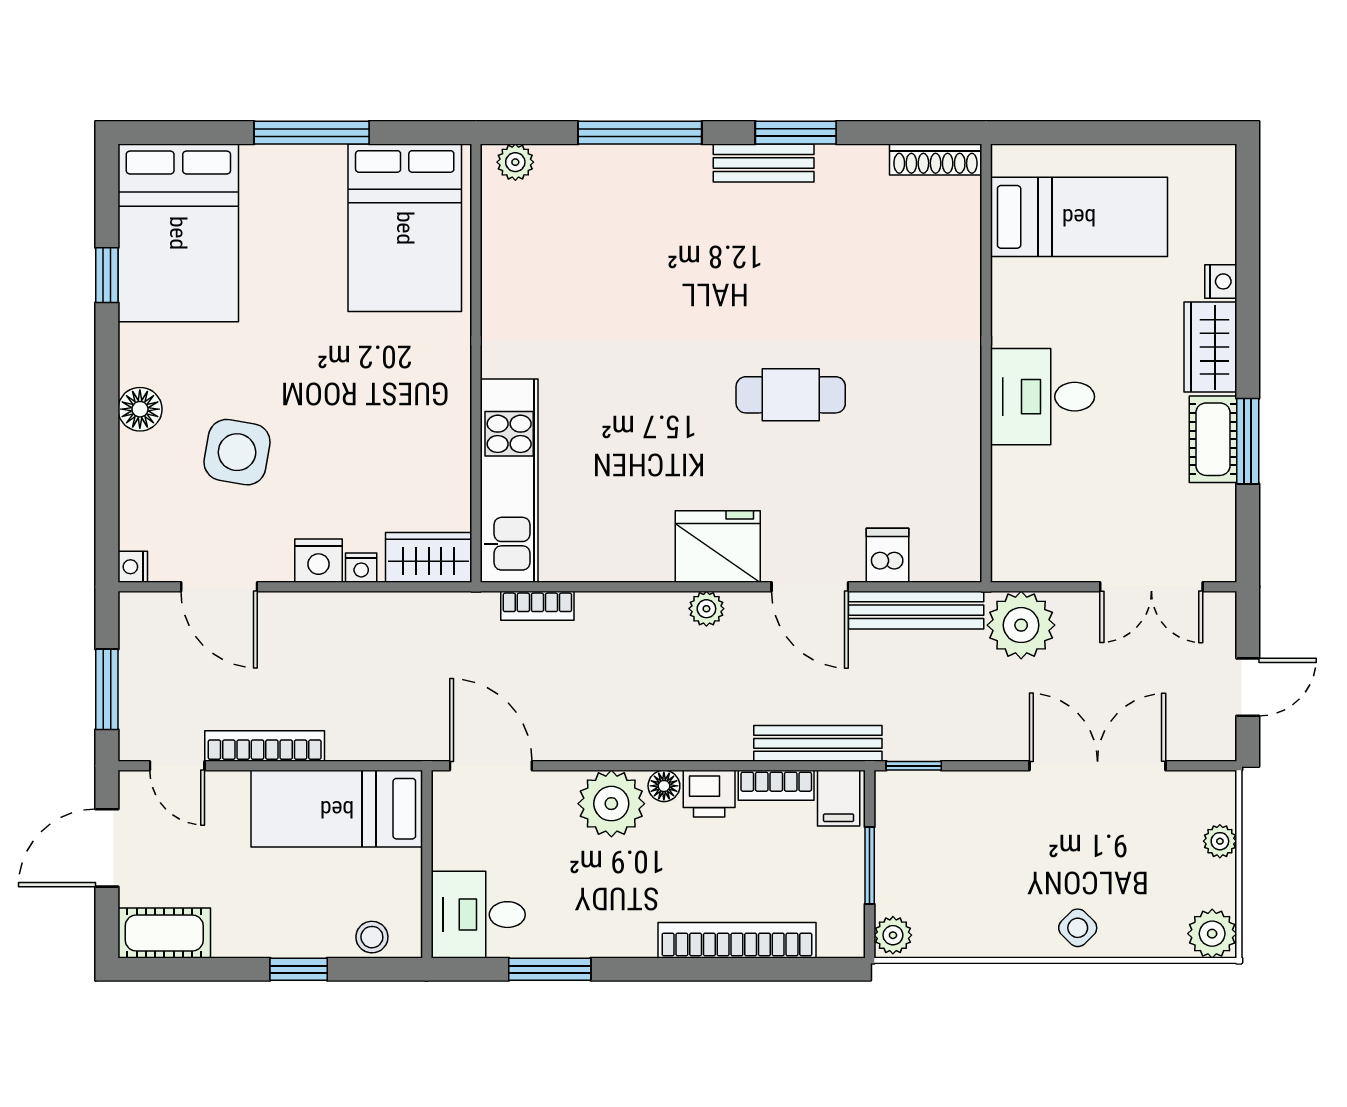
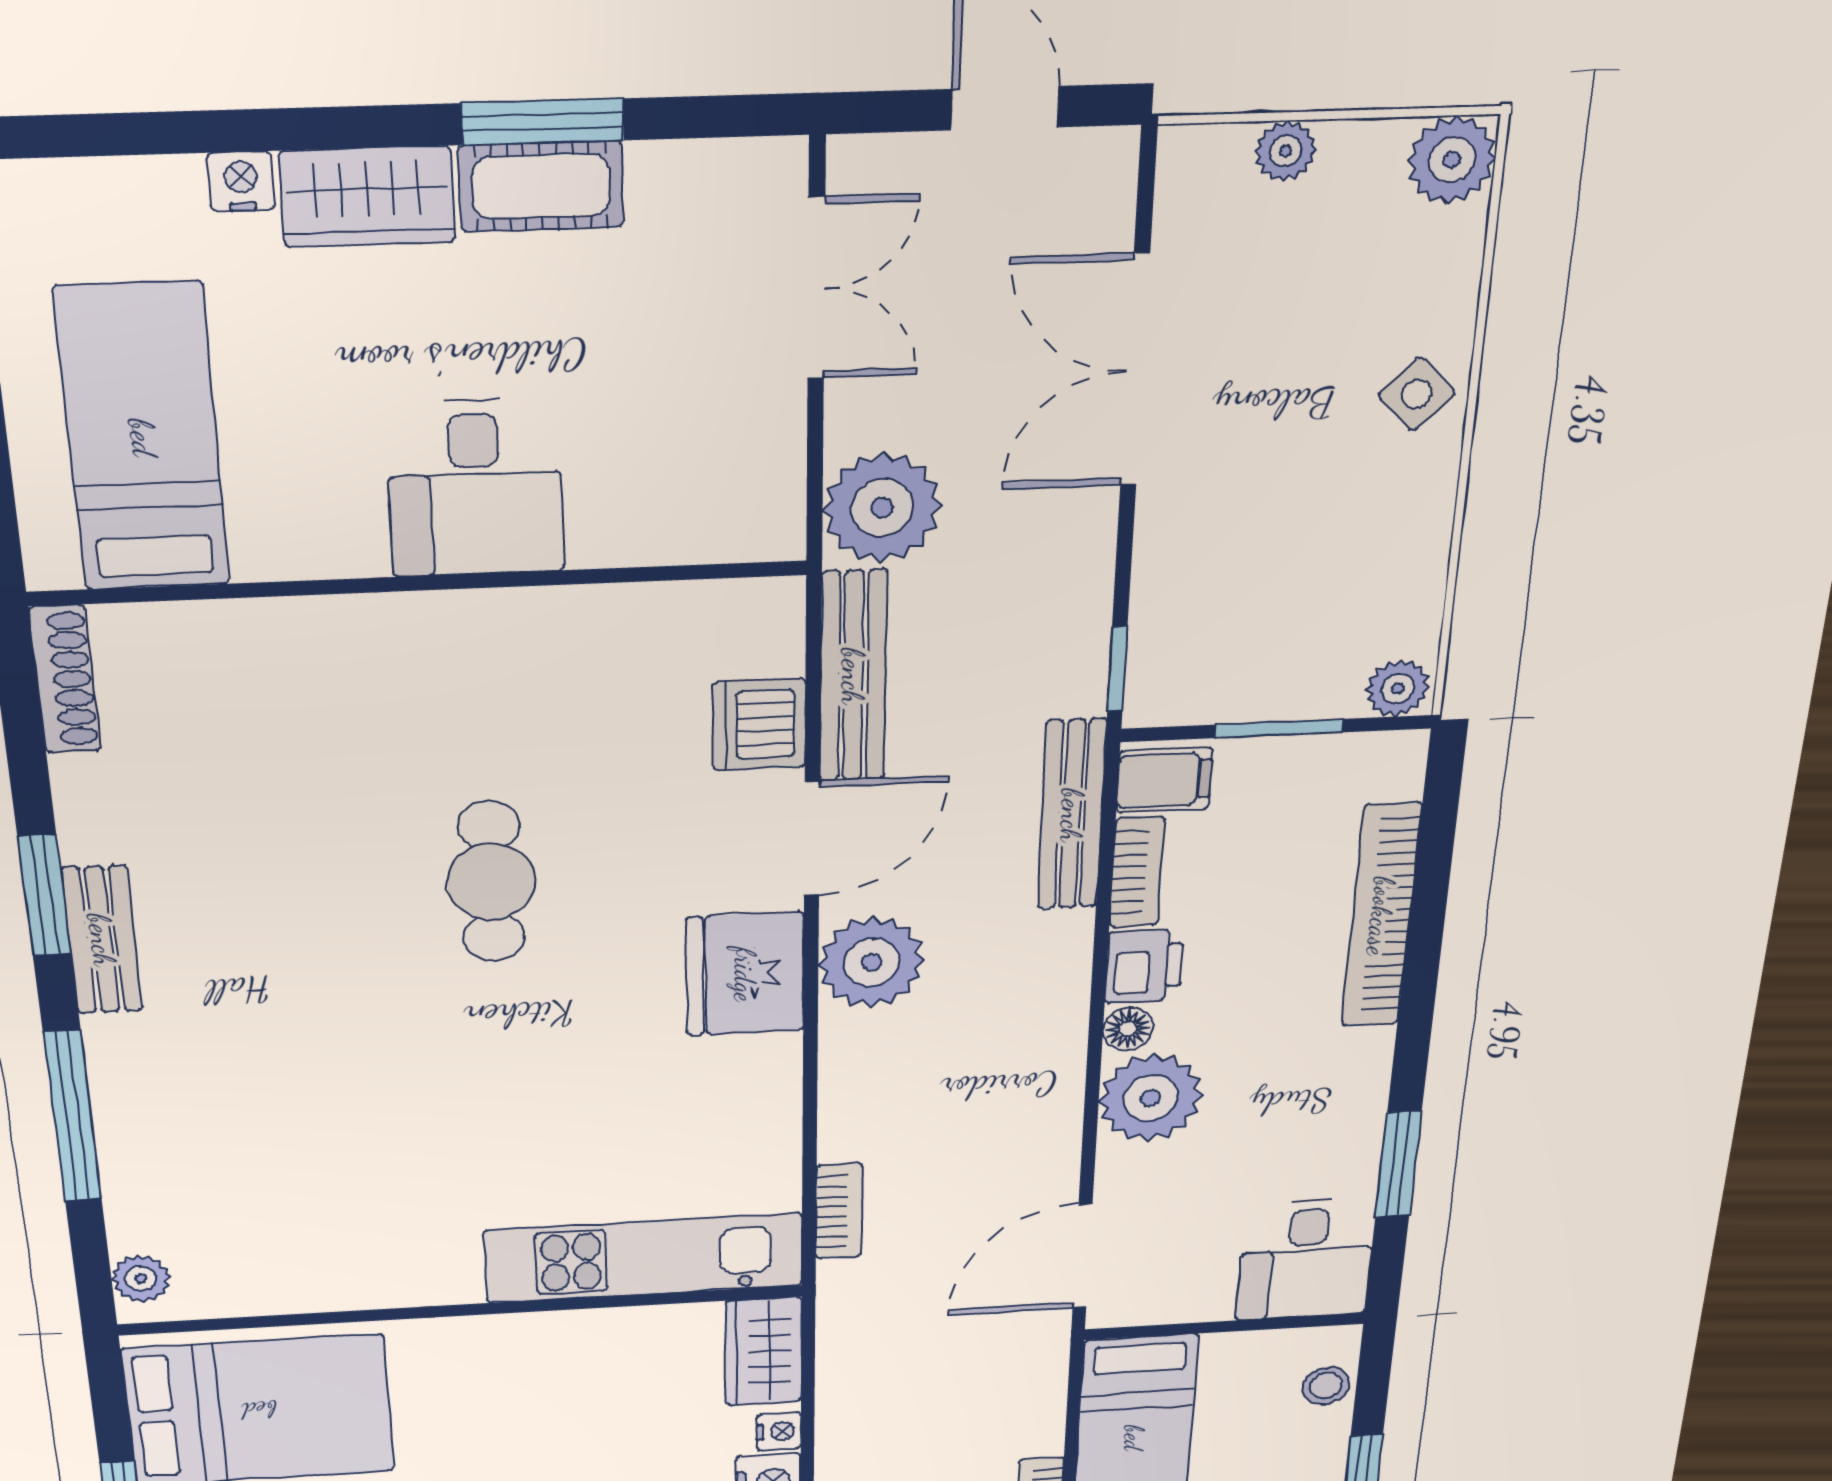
dishwasher: (888, 555) -> (759, 725), width x1.38
plant: (706, 609) -> (872, 962), width x1.88, depth x1.88

